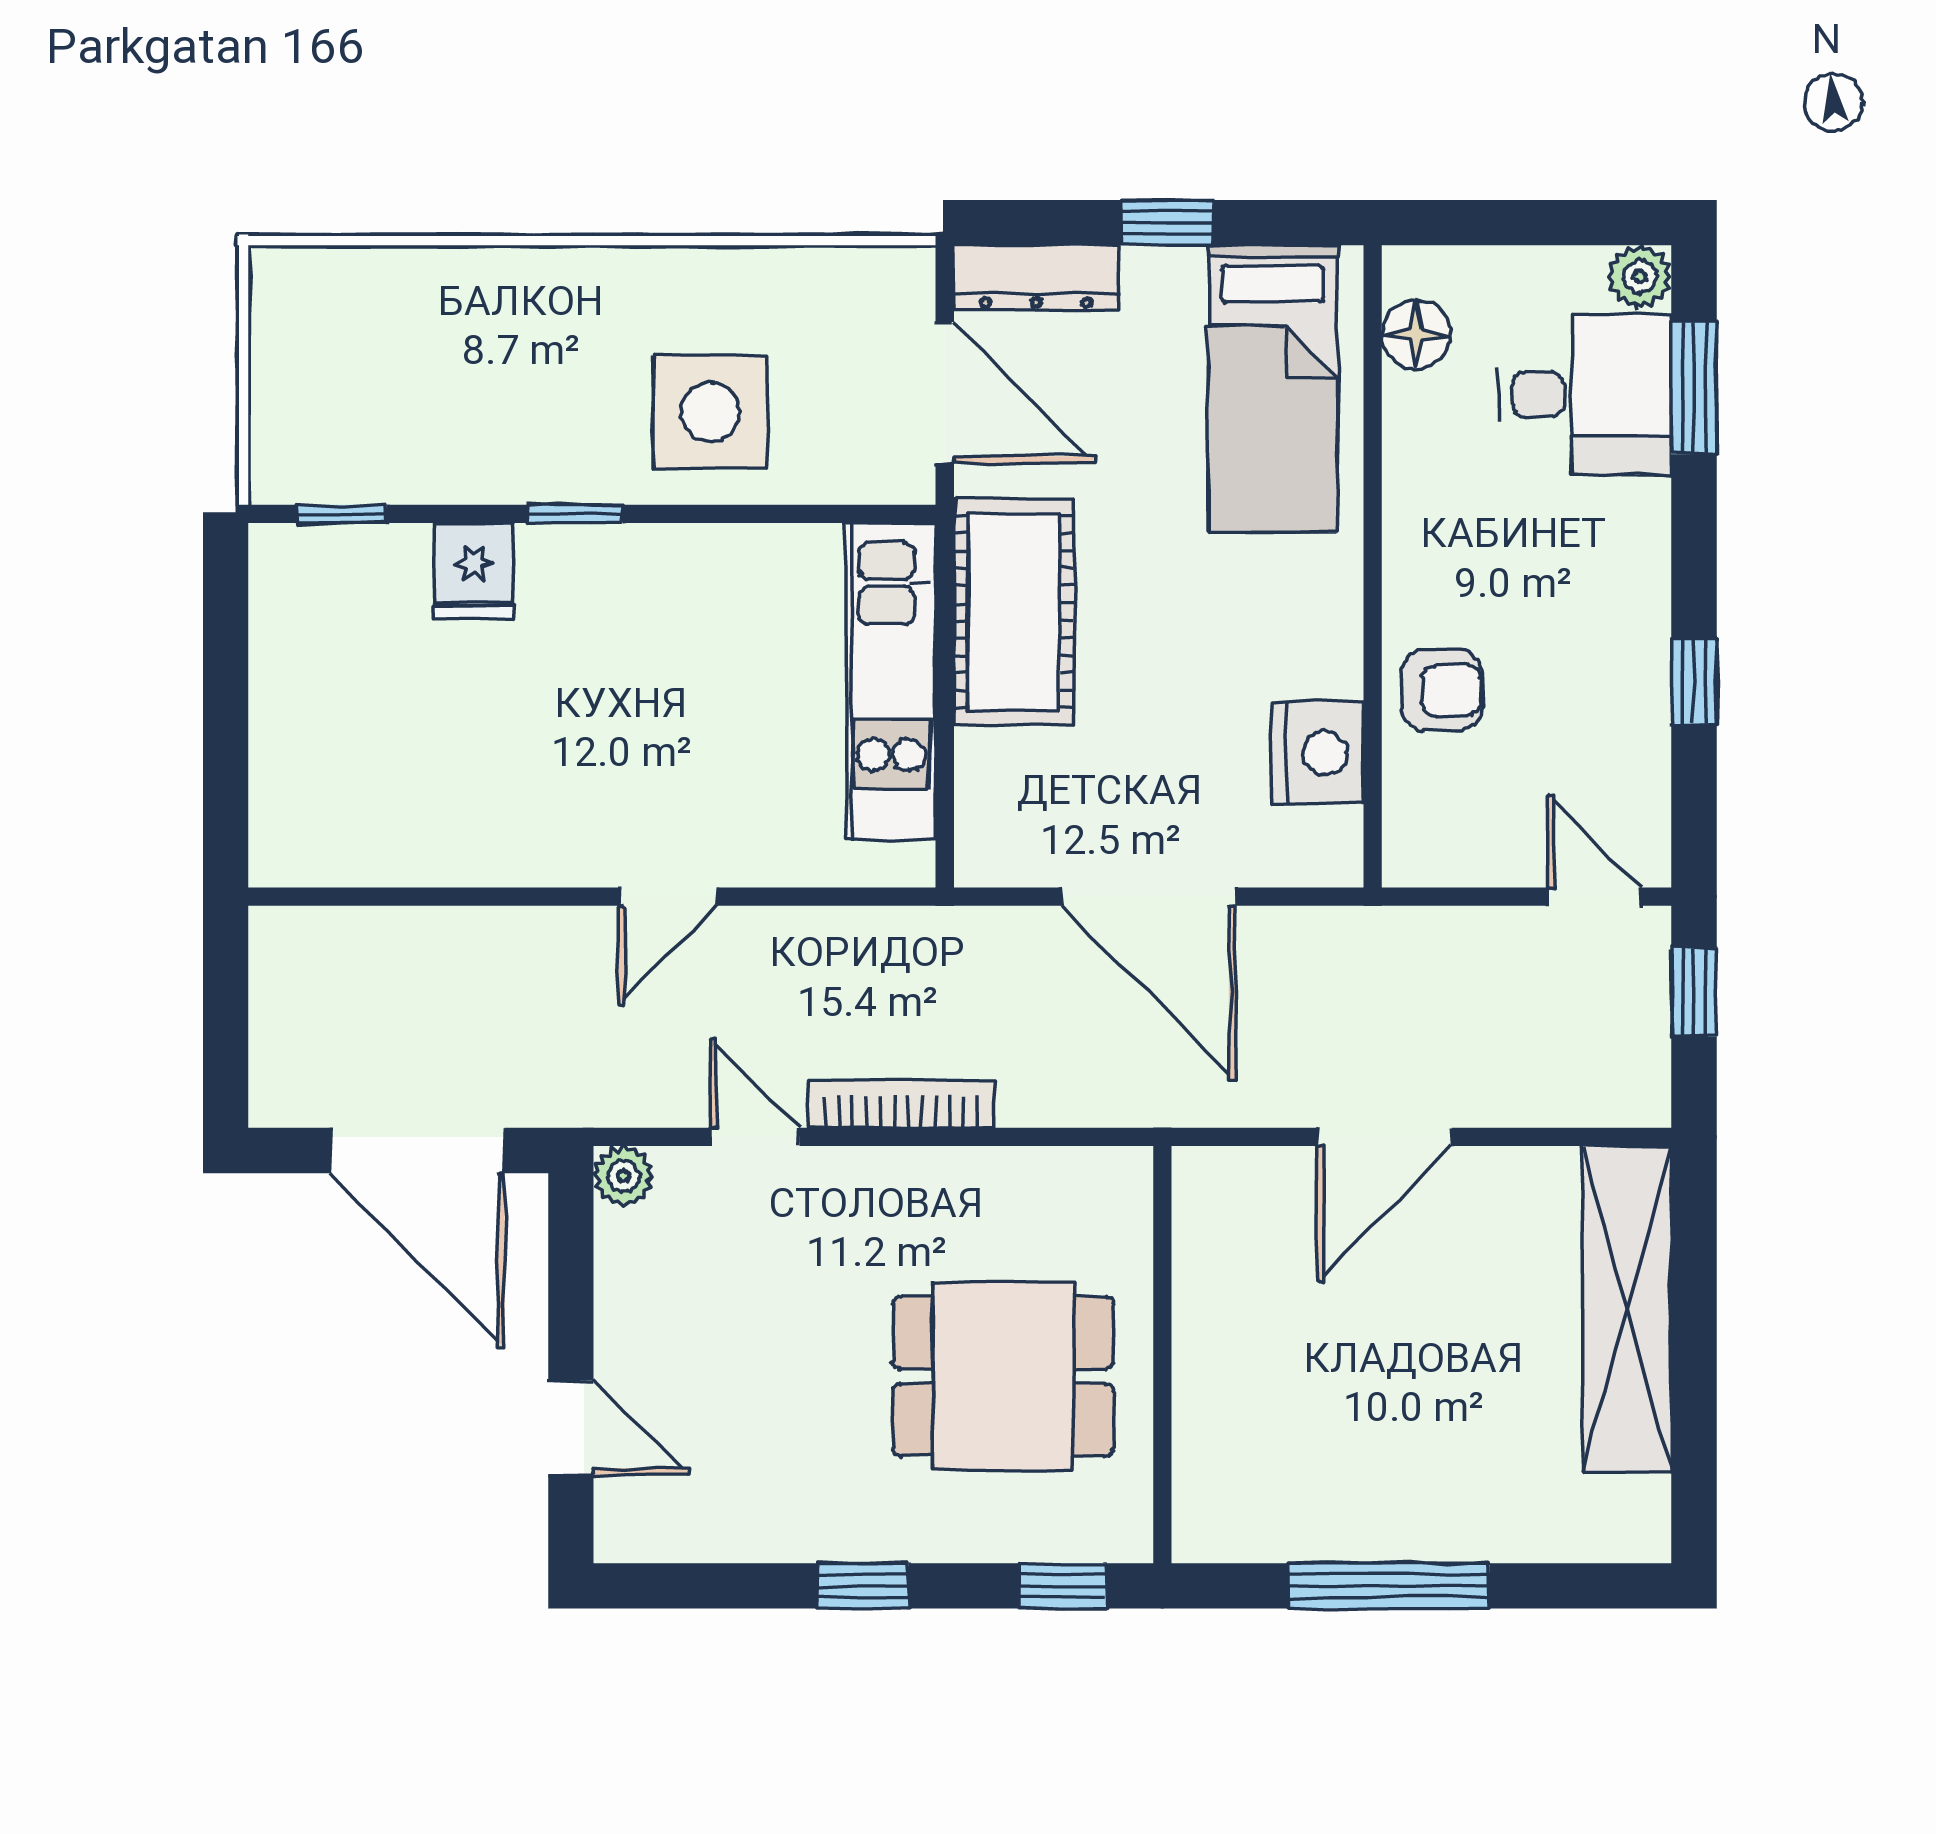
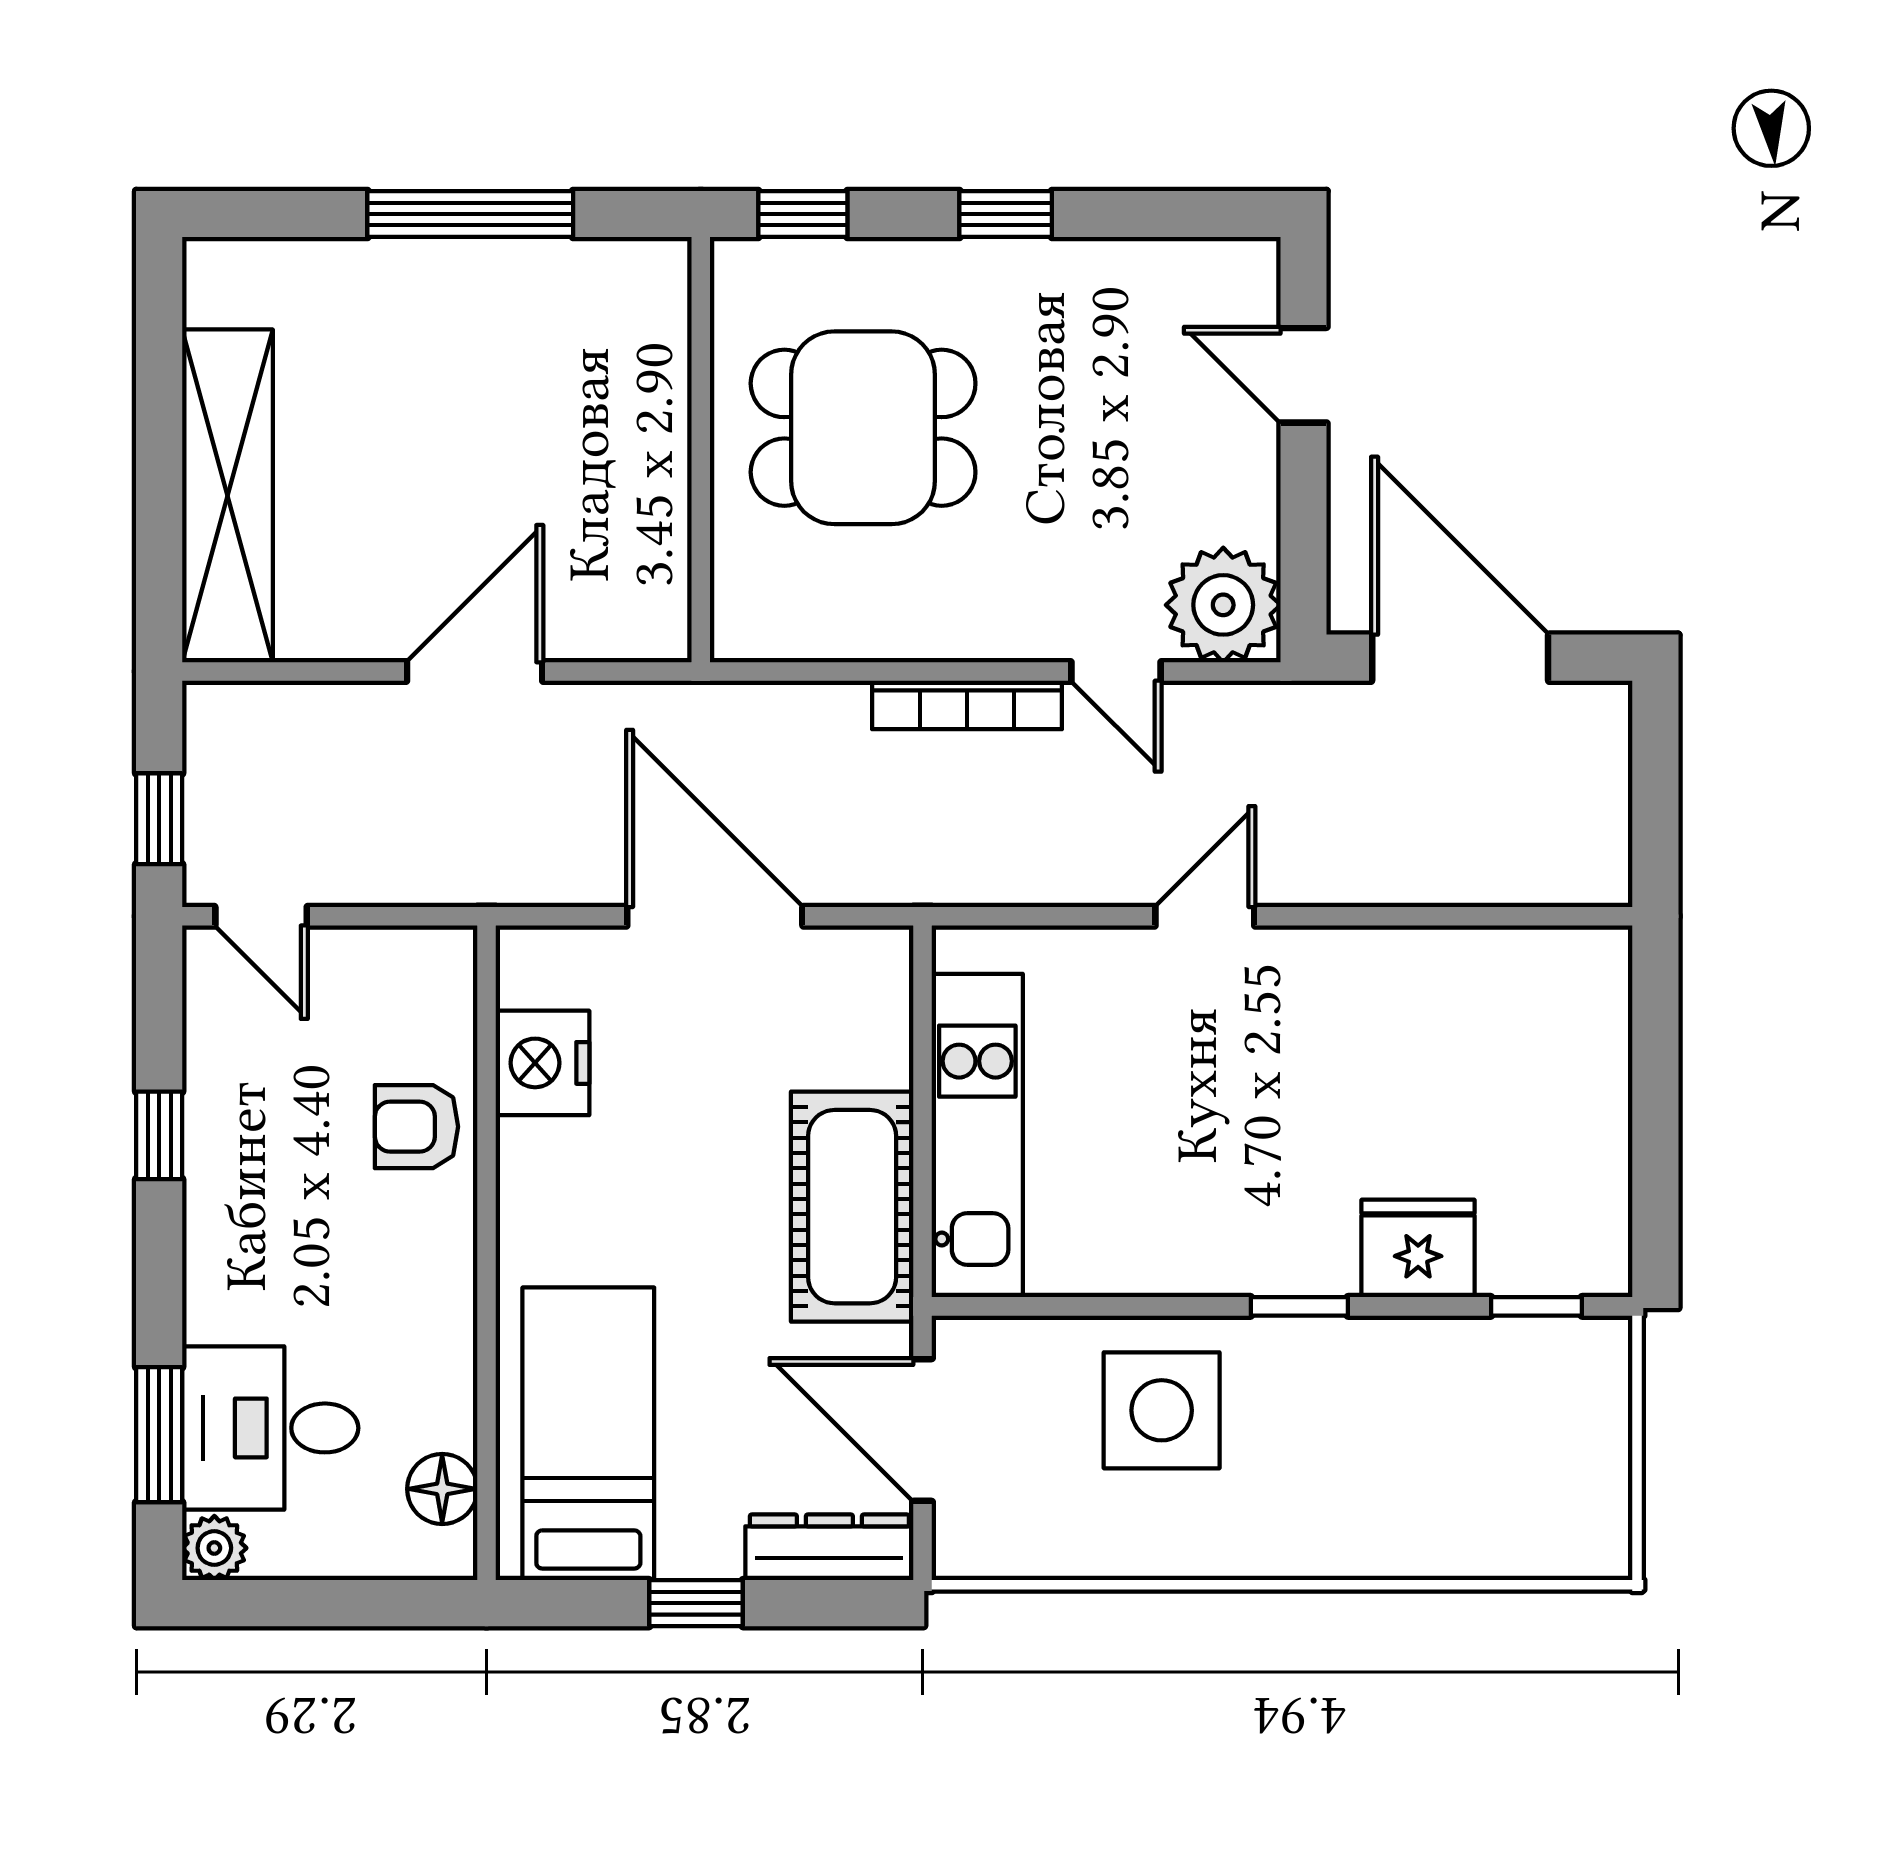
fridge: (474, 571) -> (1418, 1248), width x1.38
plant: (623, 1176) -> (1223, 605), width x1.87, depth x1.87

